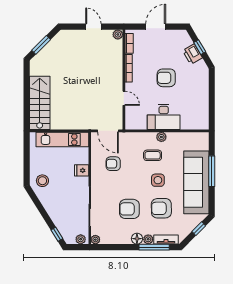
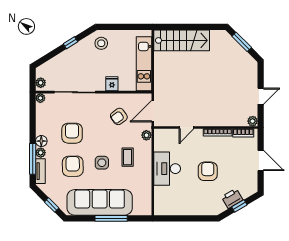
plant: (161, 137) -> (146, 135), moved
armchair: (113, 164) -> (119, 116), turned -126
window: (57, 234) -> (71, 43), moved

